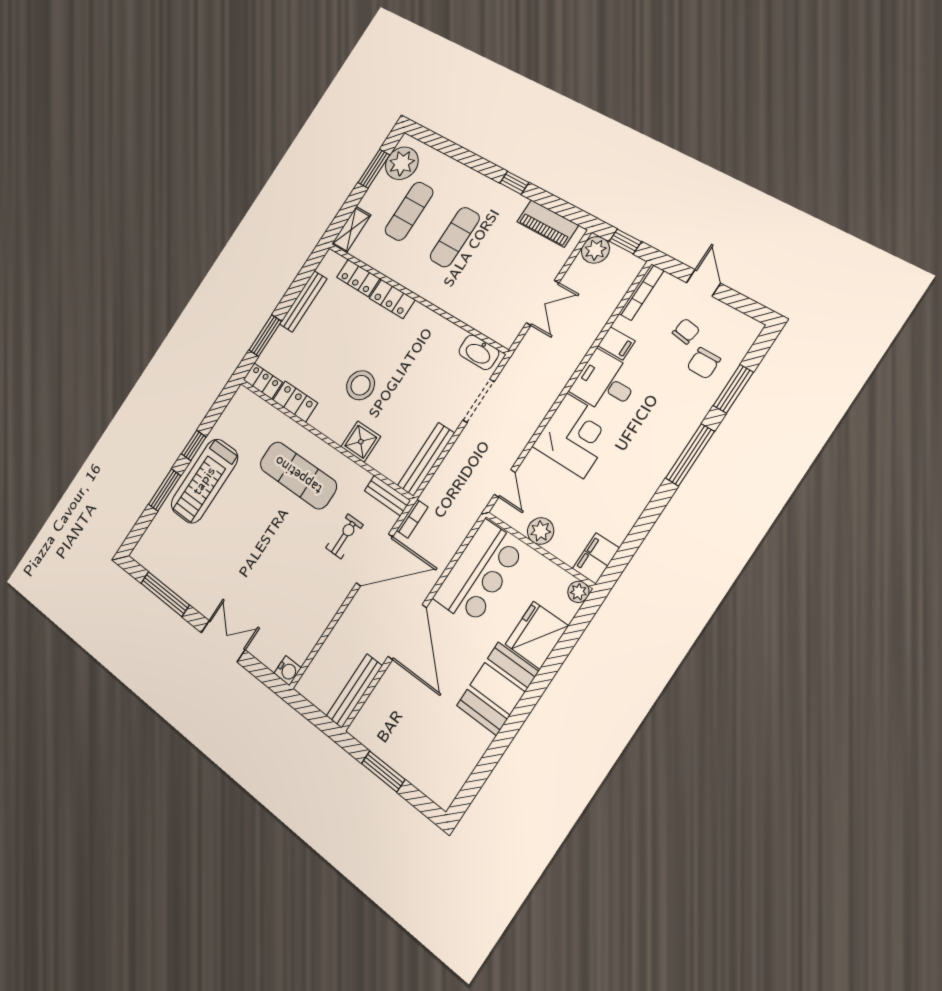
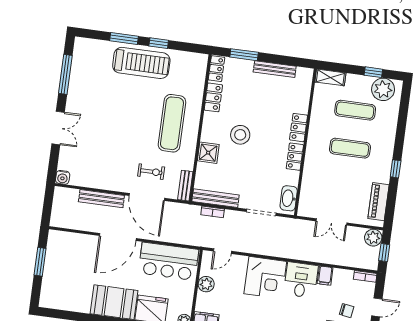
window: (374, 169) -> (373, 72), width x0.67
locker: (358, 278) -> (295, 157), moved
bookcase: (641, 292) -> (365, 276), width x0.64
treadmill: (204, 481) -> (141, 63), turned 180
bookcase: (412, 519) -> (213, 212), moved
bench: (354, 691) -> (101, 199), moved

